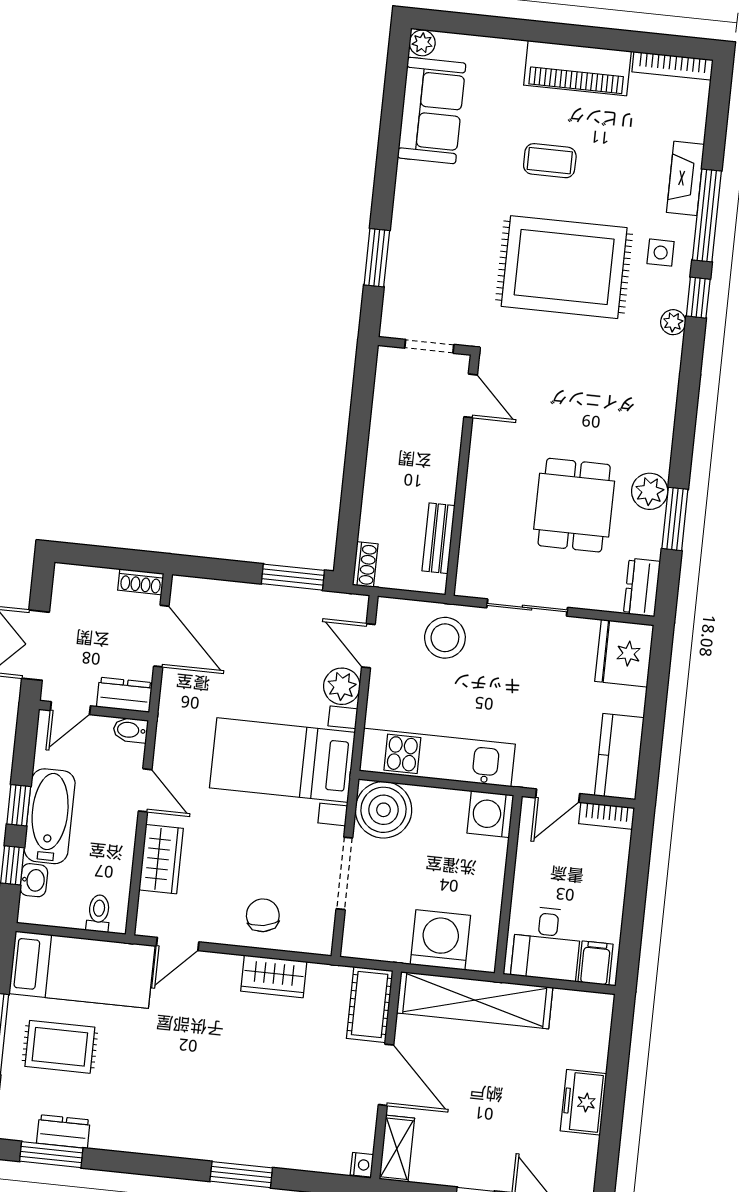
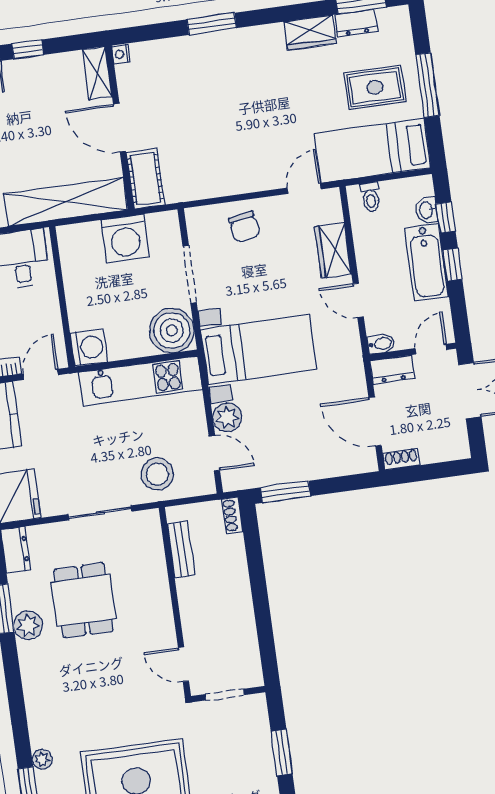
washing machine: (440, 940) -> (125, 238), moved
wardrobe: (274, 976) -> (310, 32), moved, turned 180

